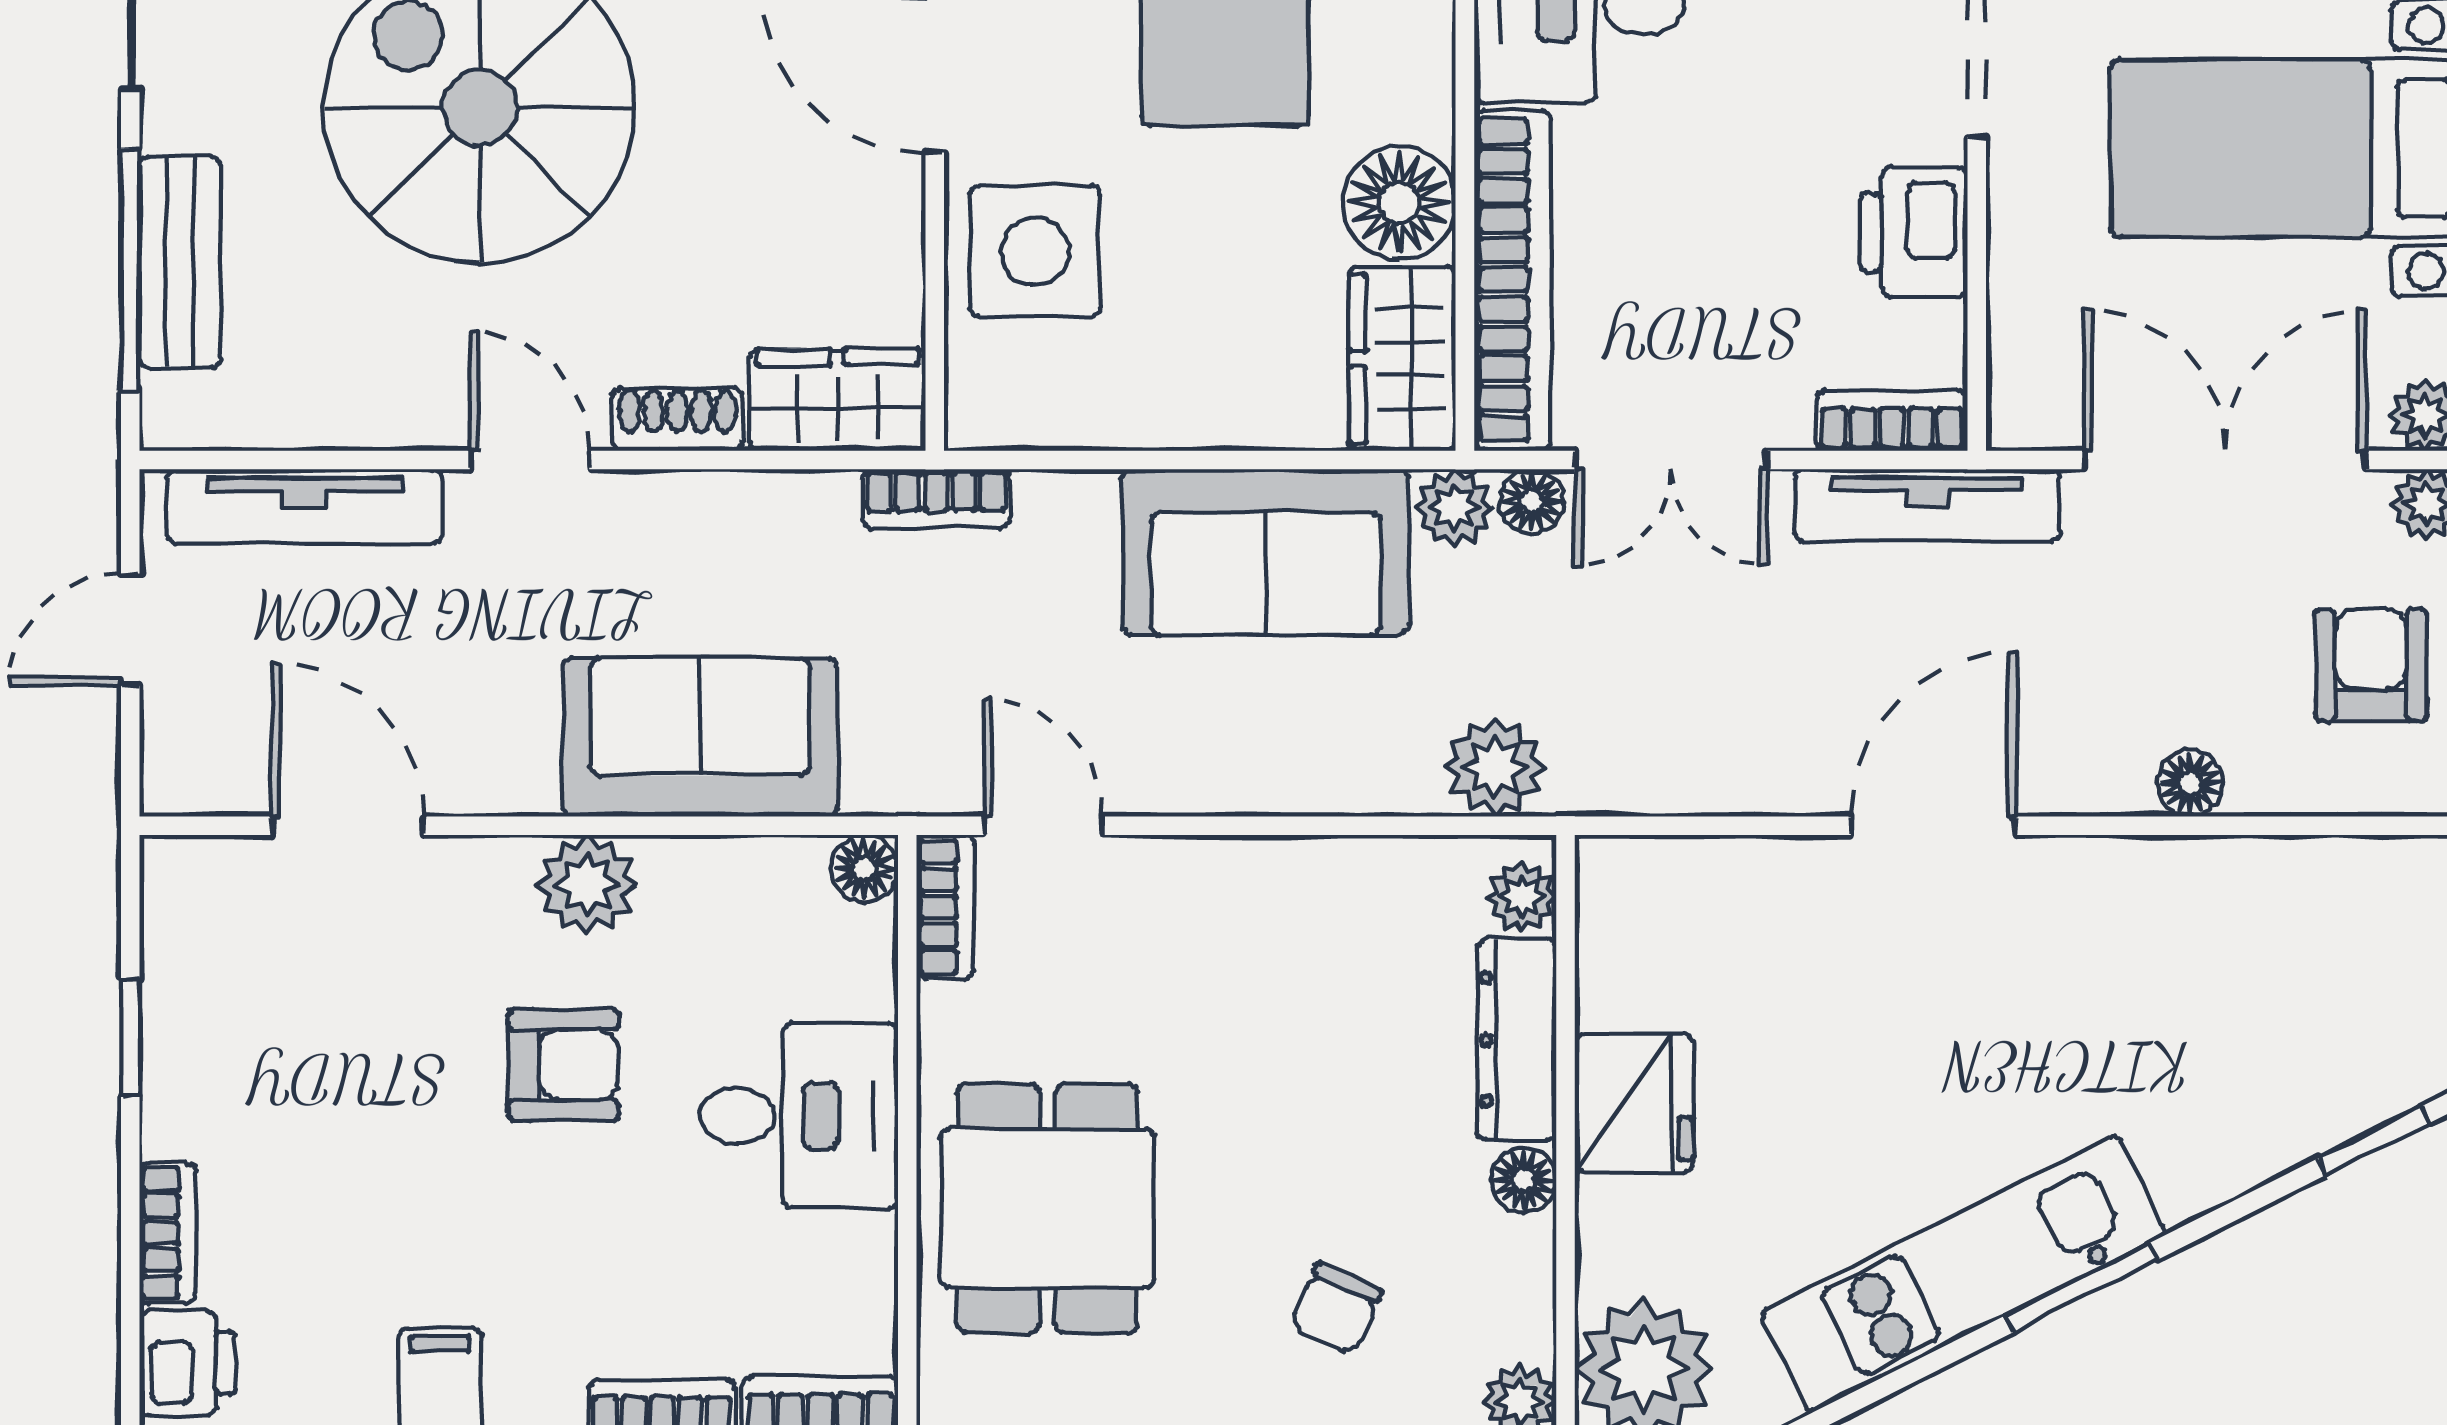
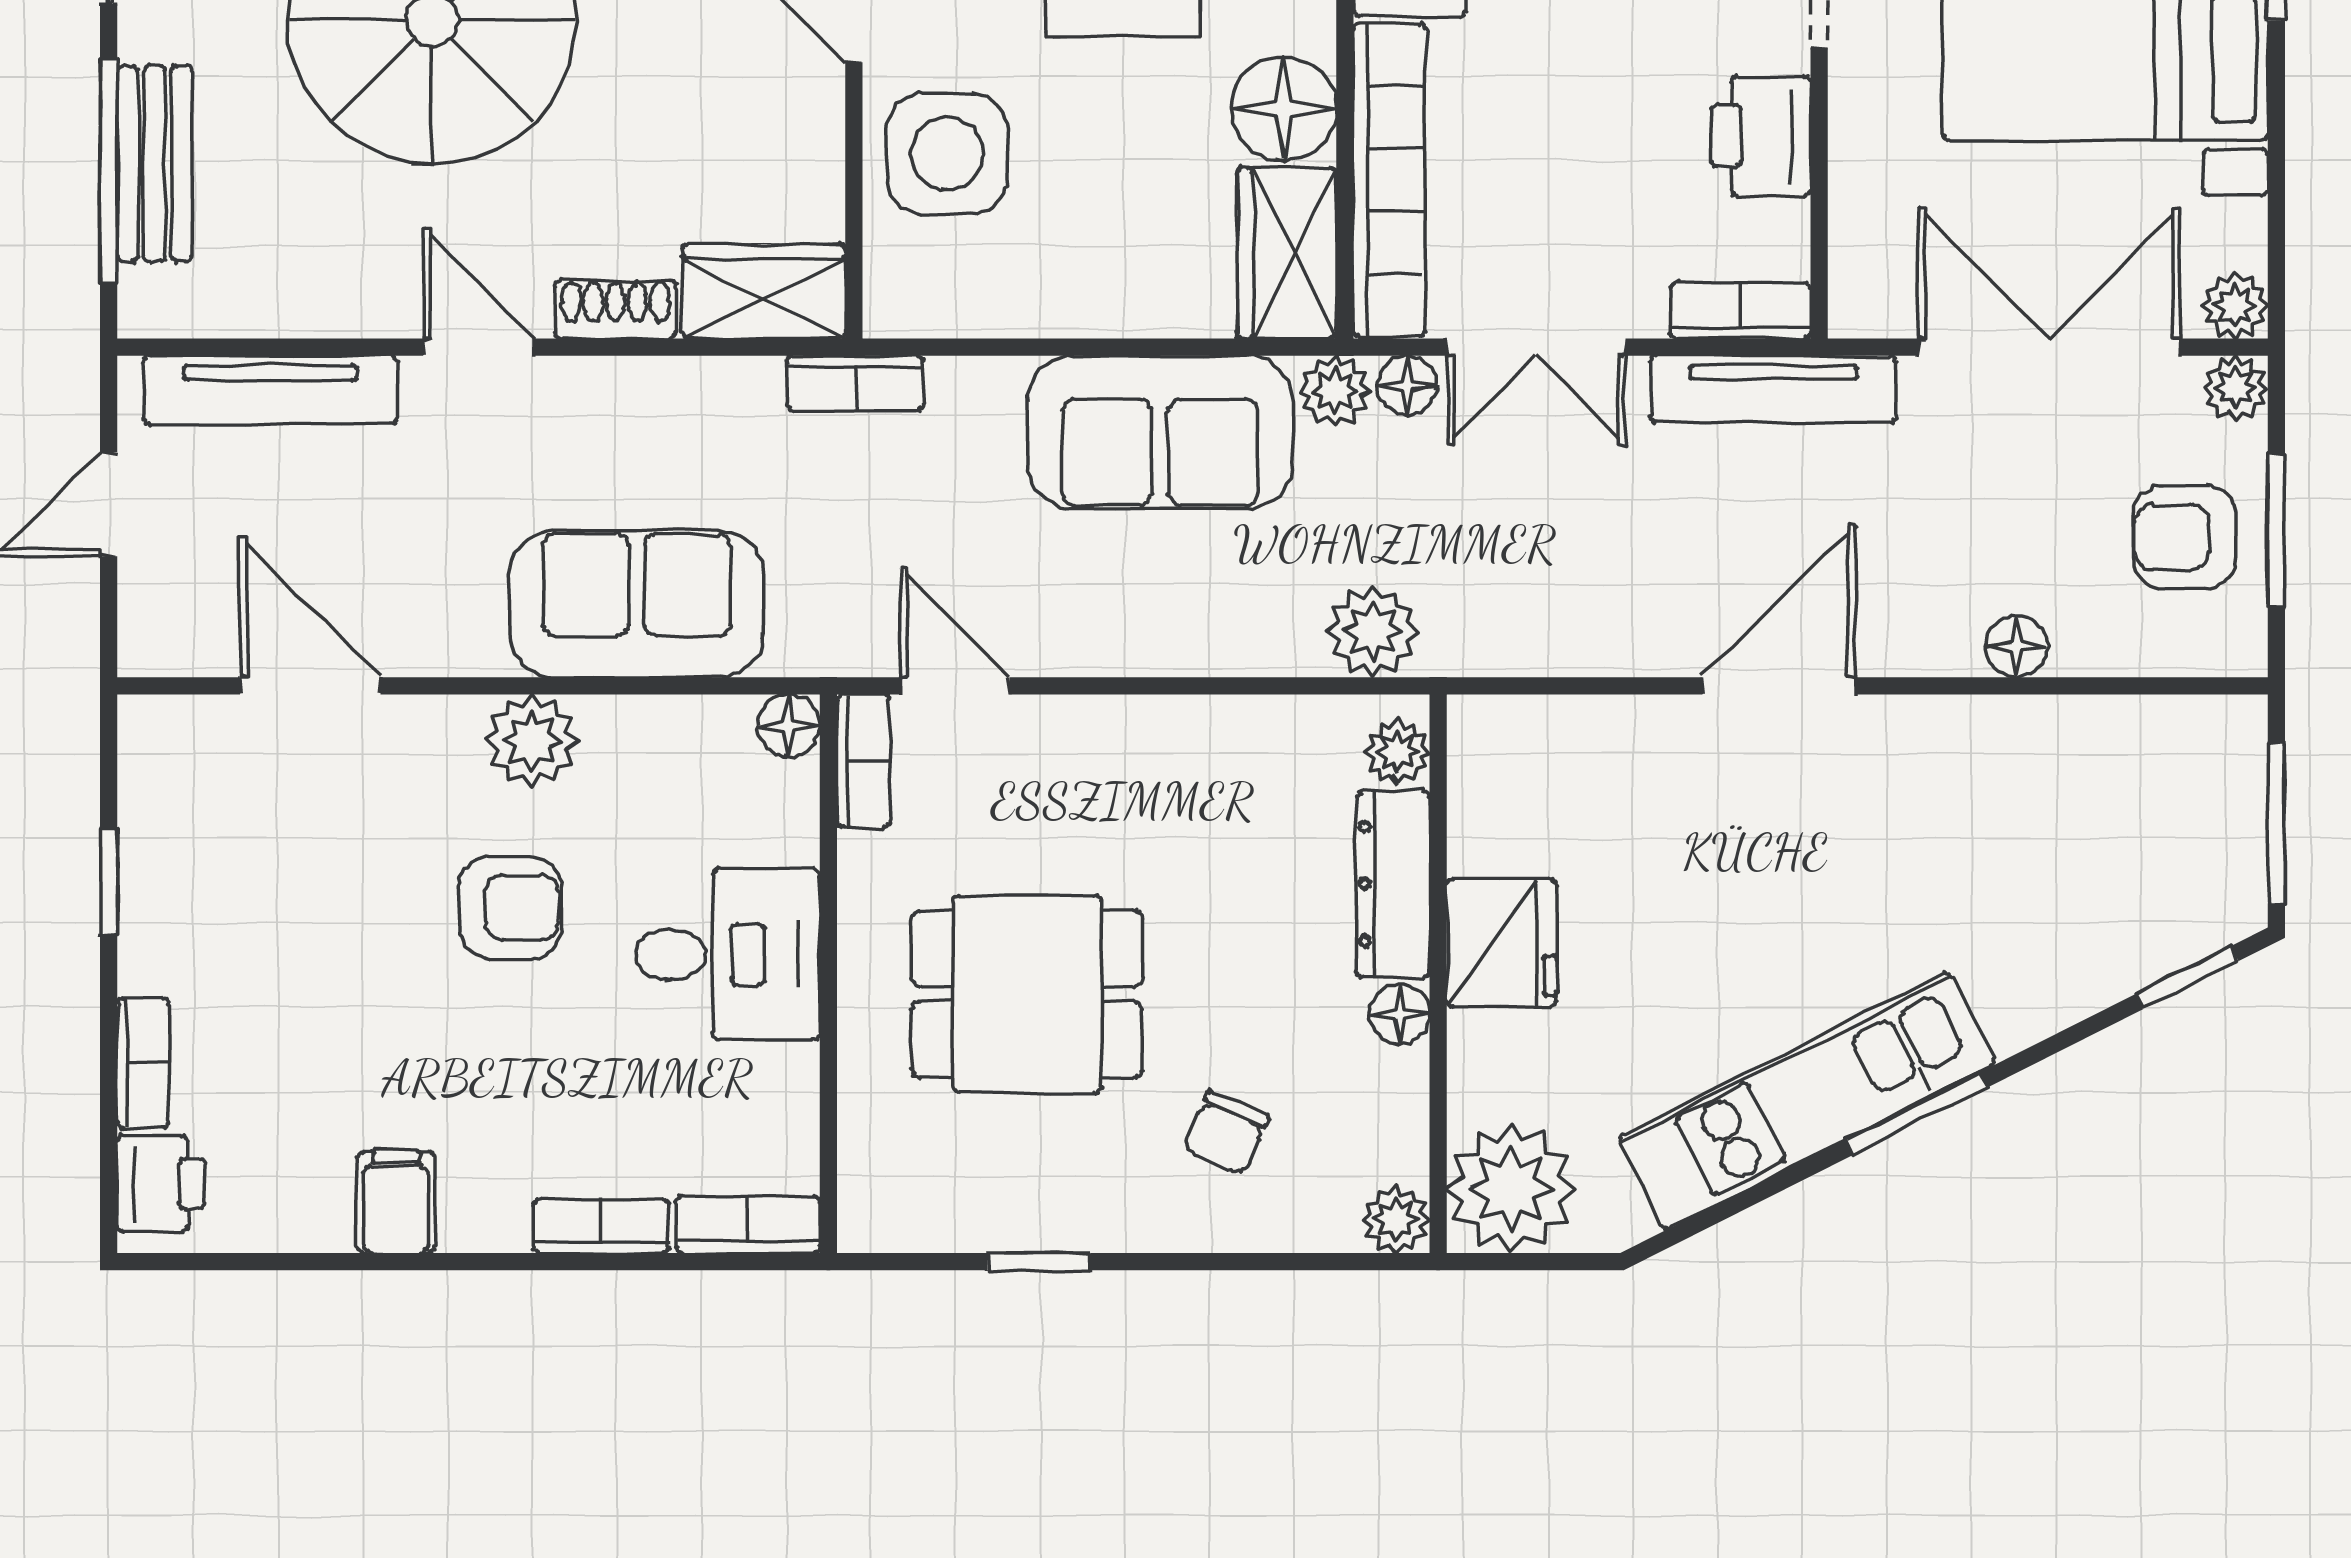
armchair: (2371, 665) -> (2184, 537), turned -90
dining table: (1047, 1208) -> (1027, 994), moved, turned 90

